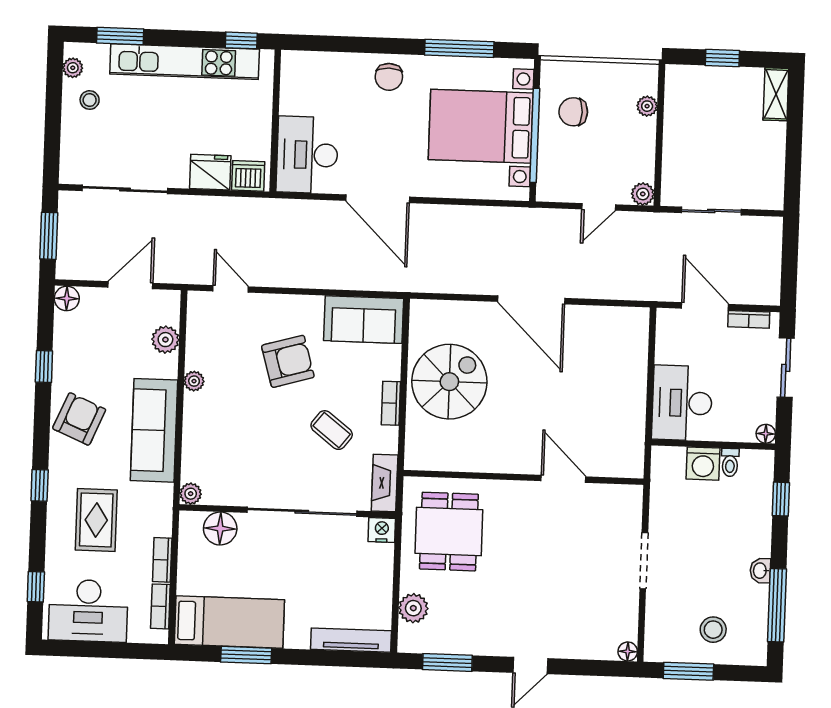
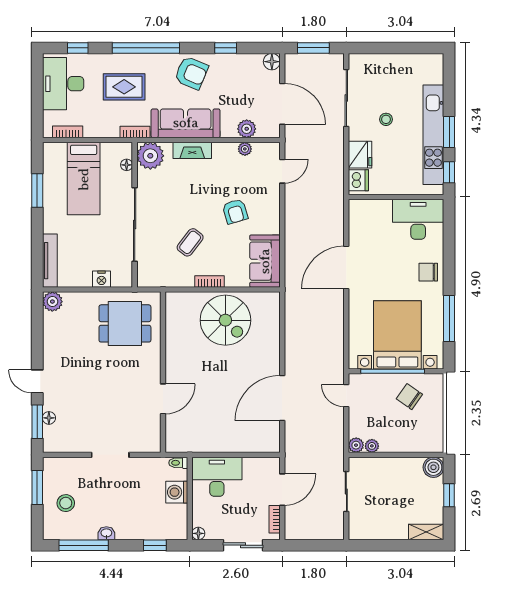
window: (120, 36) -> (449, 132), moved
plant: (73, 68) -> (427, 60), removed
boiler: (680, 80) -> (433, 467), added
stool: (90, 100) -> (386, 119), moved
plant: (647, 106) -> (372, 446), moved
chair: (573, 112) -> (409, 397), turned -55
desk: (307, 155) -> (418, 219), moved
door: (599, 207) -> (346, 396), moved
door: (130, 285) -> (282, 104), width x1.36
door: (531, 300) -> (282, 398), moved
armchair: (288, 361) -> (235, 211), width x0.72, depth x0.72
plant: (194, 381) -> (245, 149), moved
toilet: (730, 462) -> (178, 463), moved
fireplace: (385, 483) -> (192, 150), moved, turned 180
window: (40, 485) -> (146, 48), width x3.17
plant: (191, 494) -> (150, 156), width x1.87, depth x1.87
floor lamp: (220, 528) -> (127, 165), width x0.53, depth x0.53
nightstand: (382, 530) -> (101, 279), moved, turned 90
bookcase: (162, 560) -> (135, 132), moved
plant: (413, 608) -> (52, 302), moved
bed: (229, 622) -> (84, 179), moved
floor lamp: (628, 651) -> (49, 418), moved
window: (447, 662) -> (37, 422), moved

